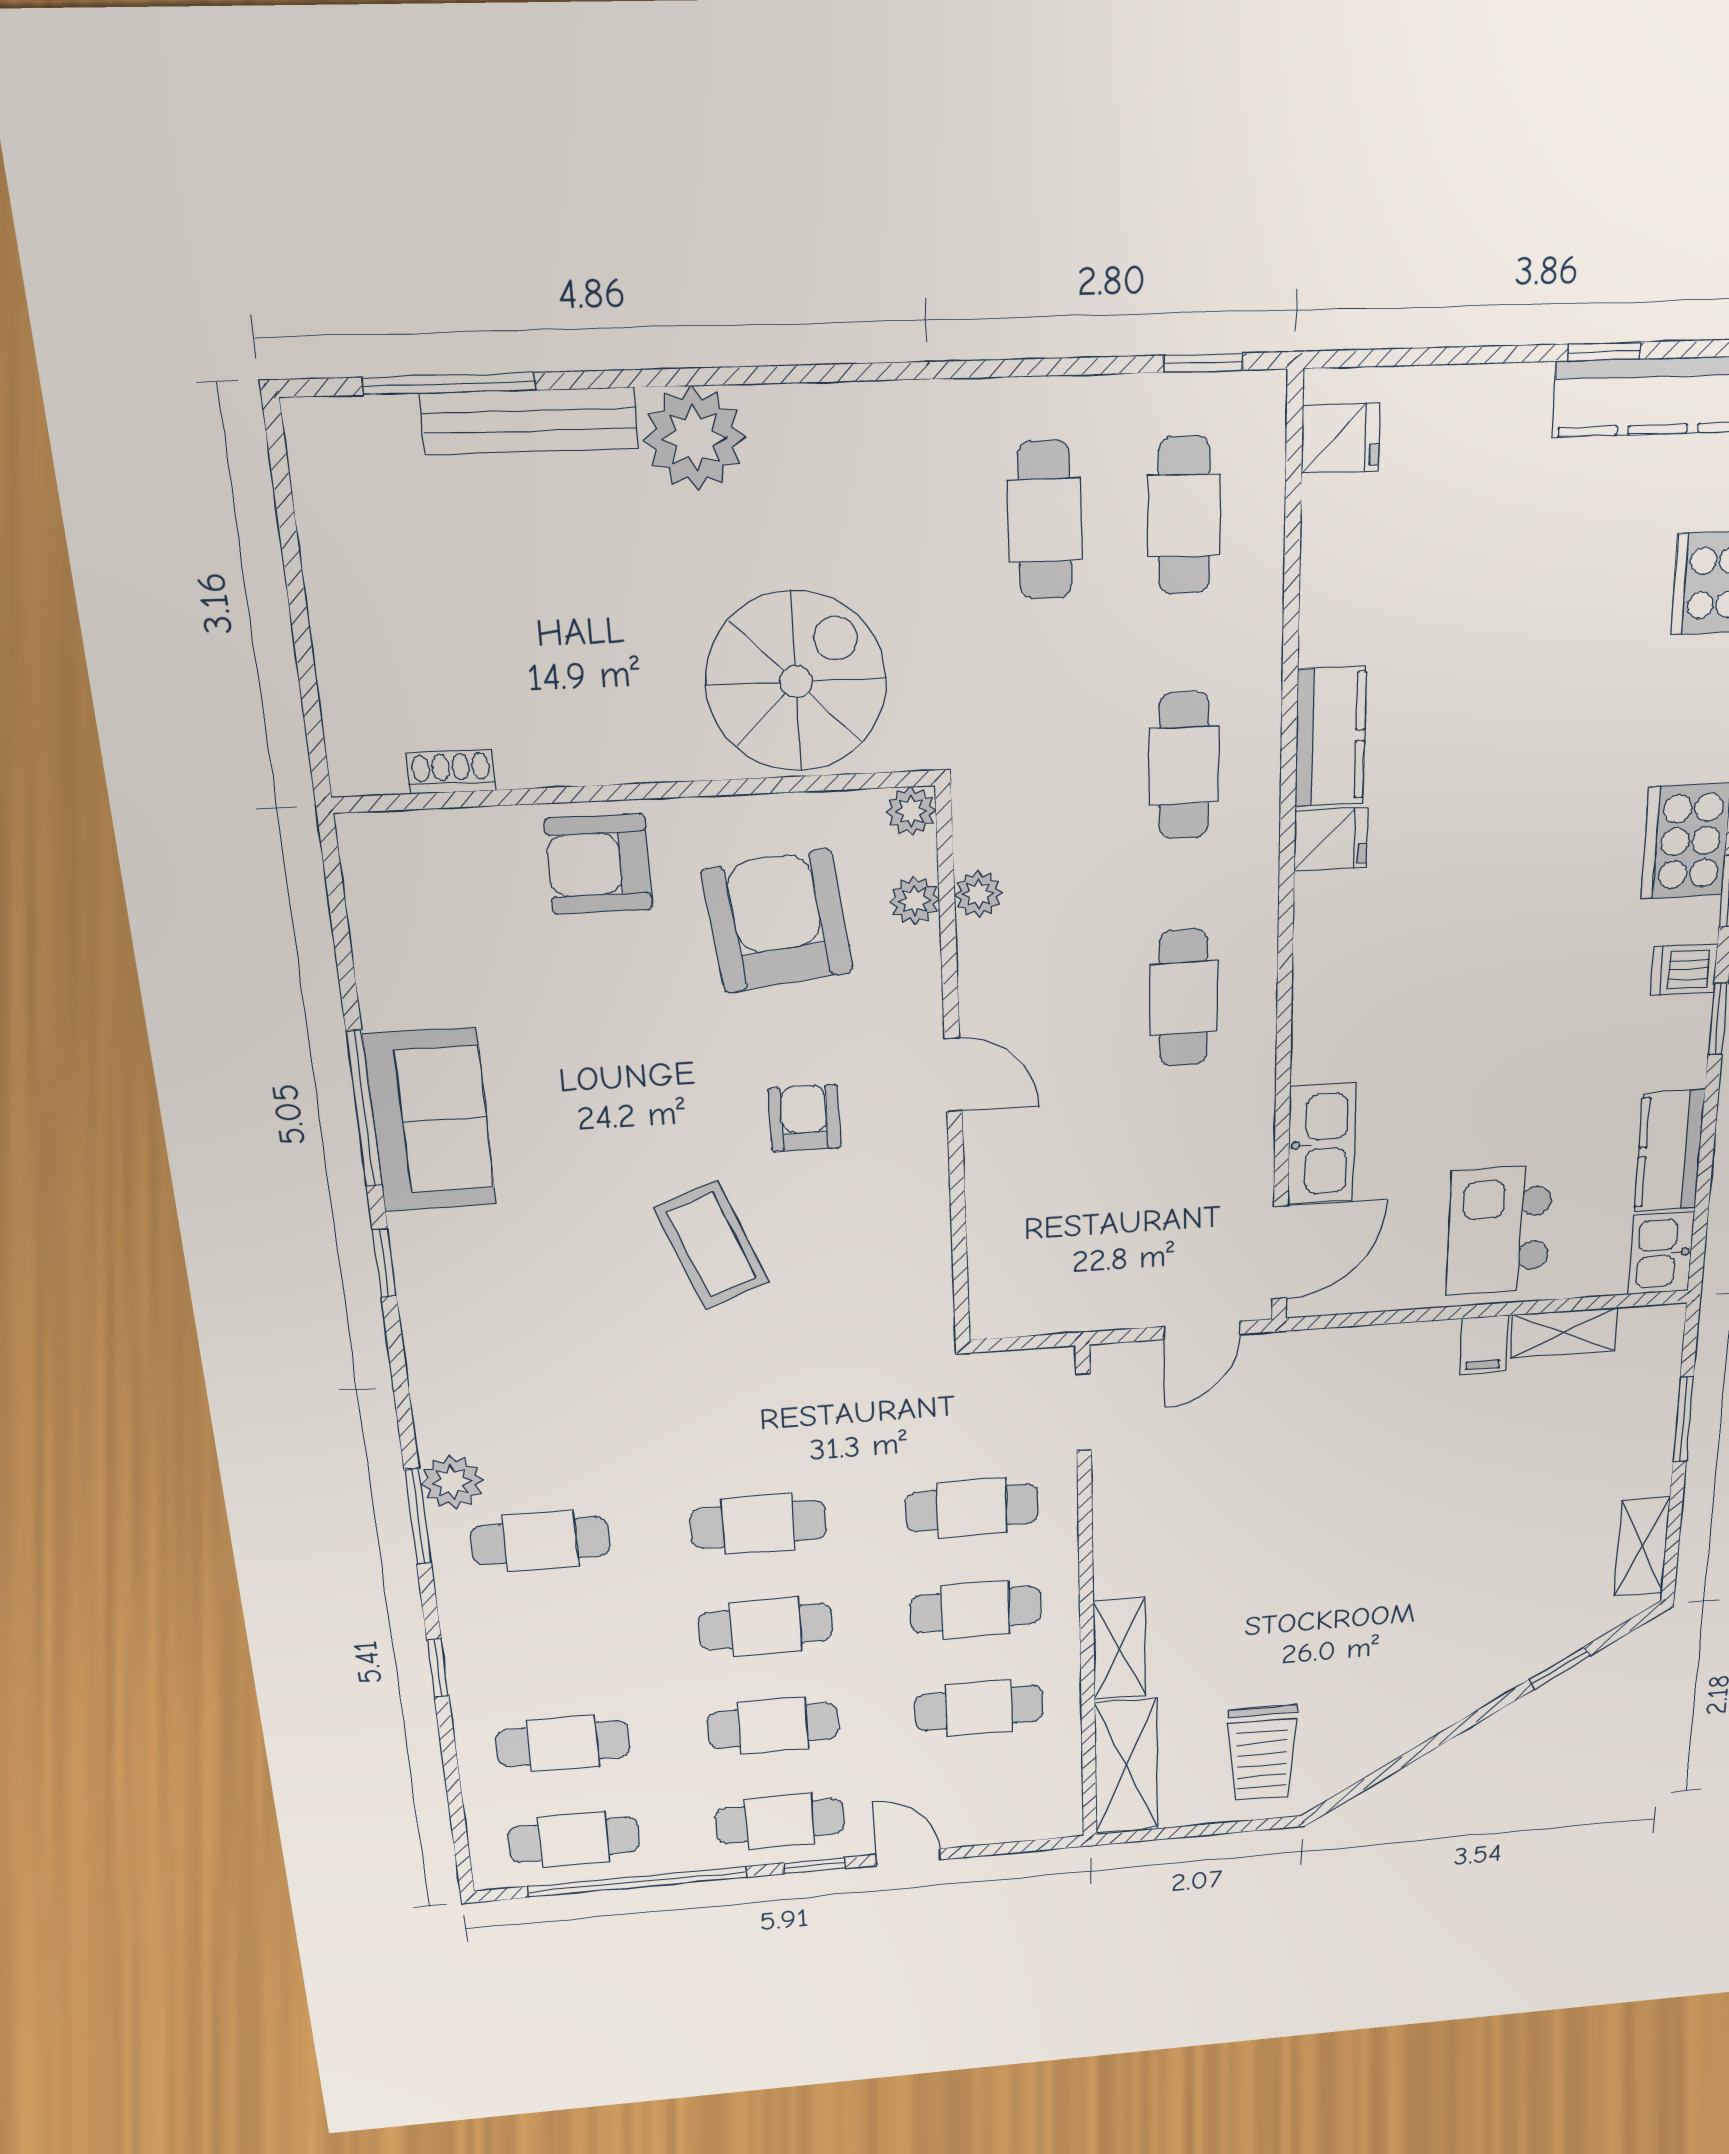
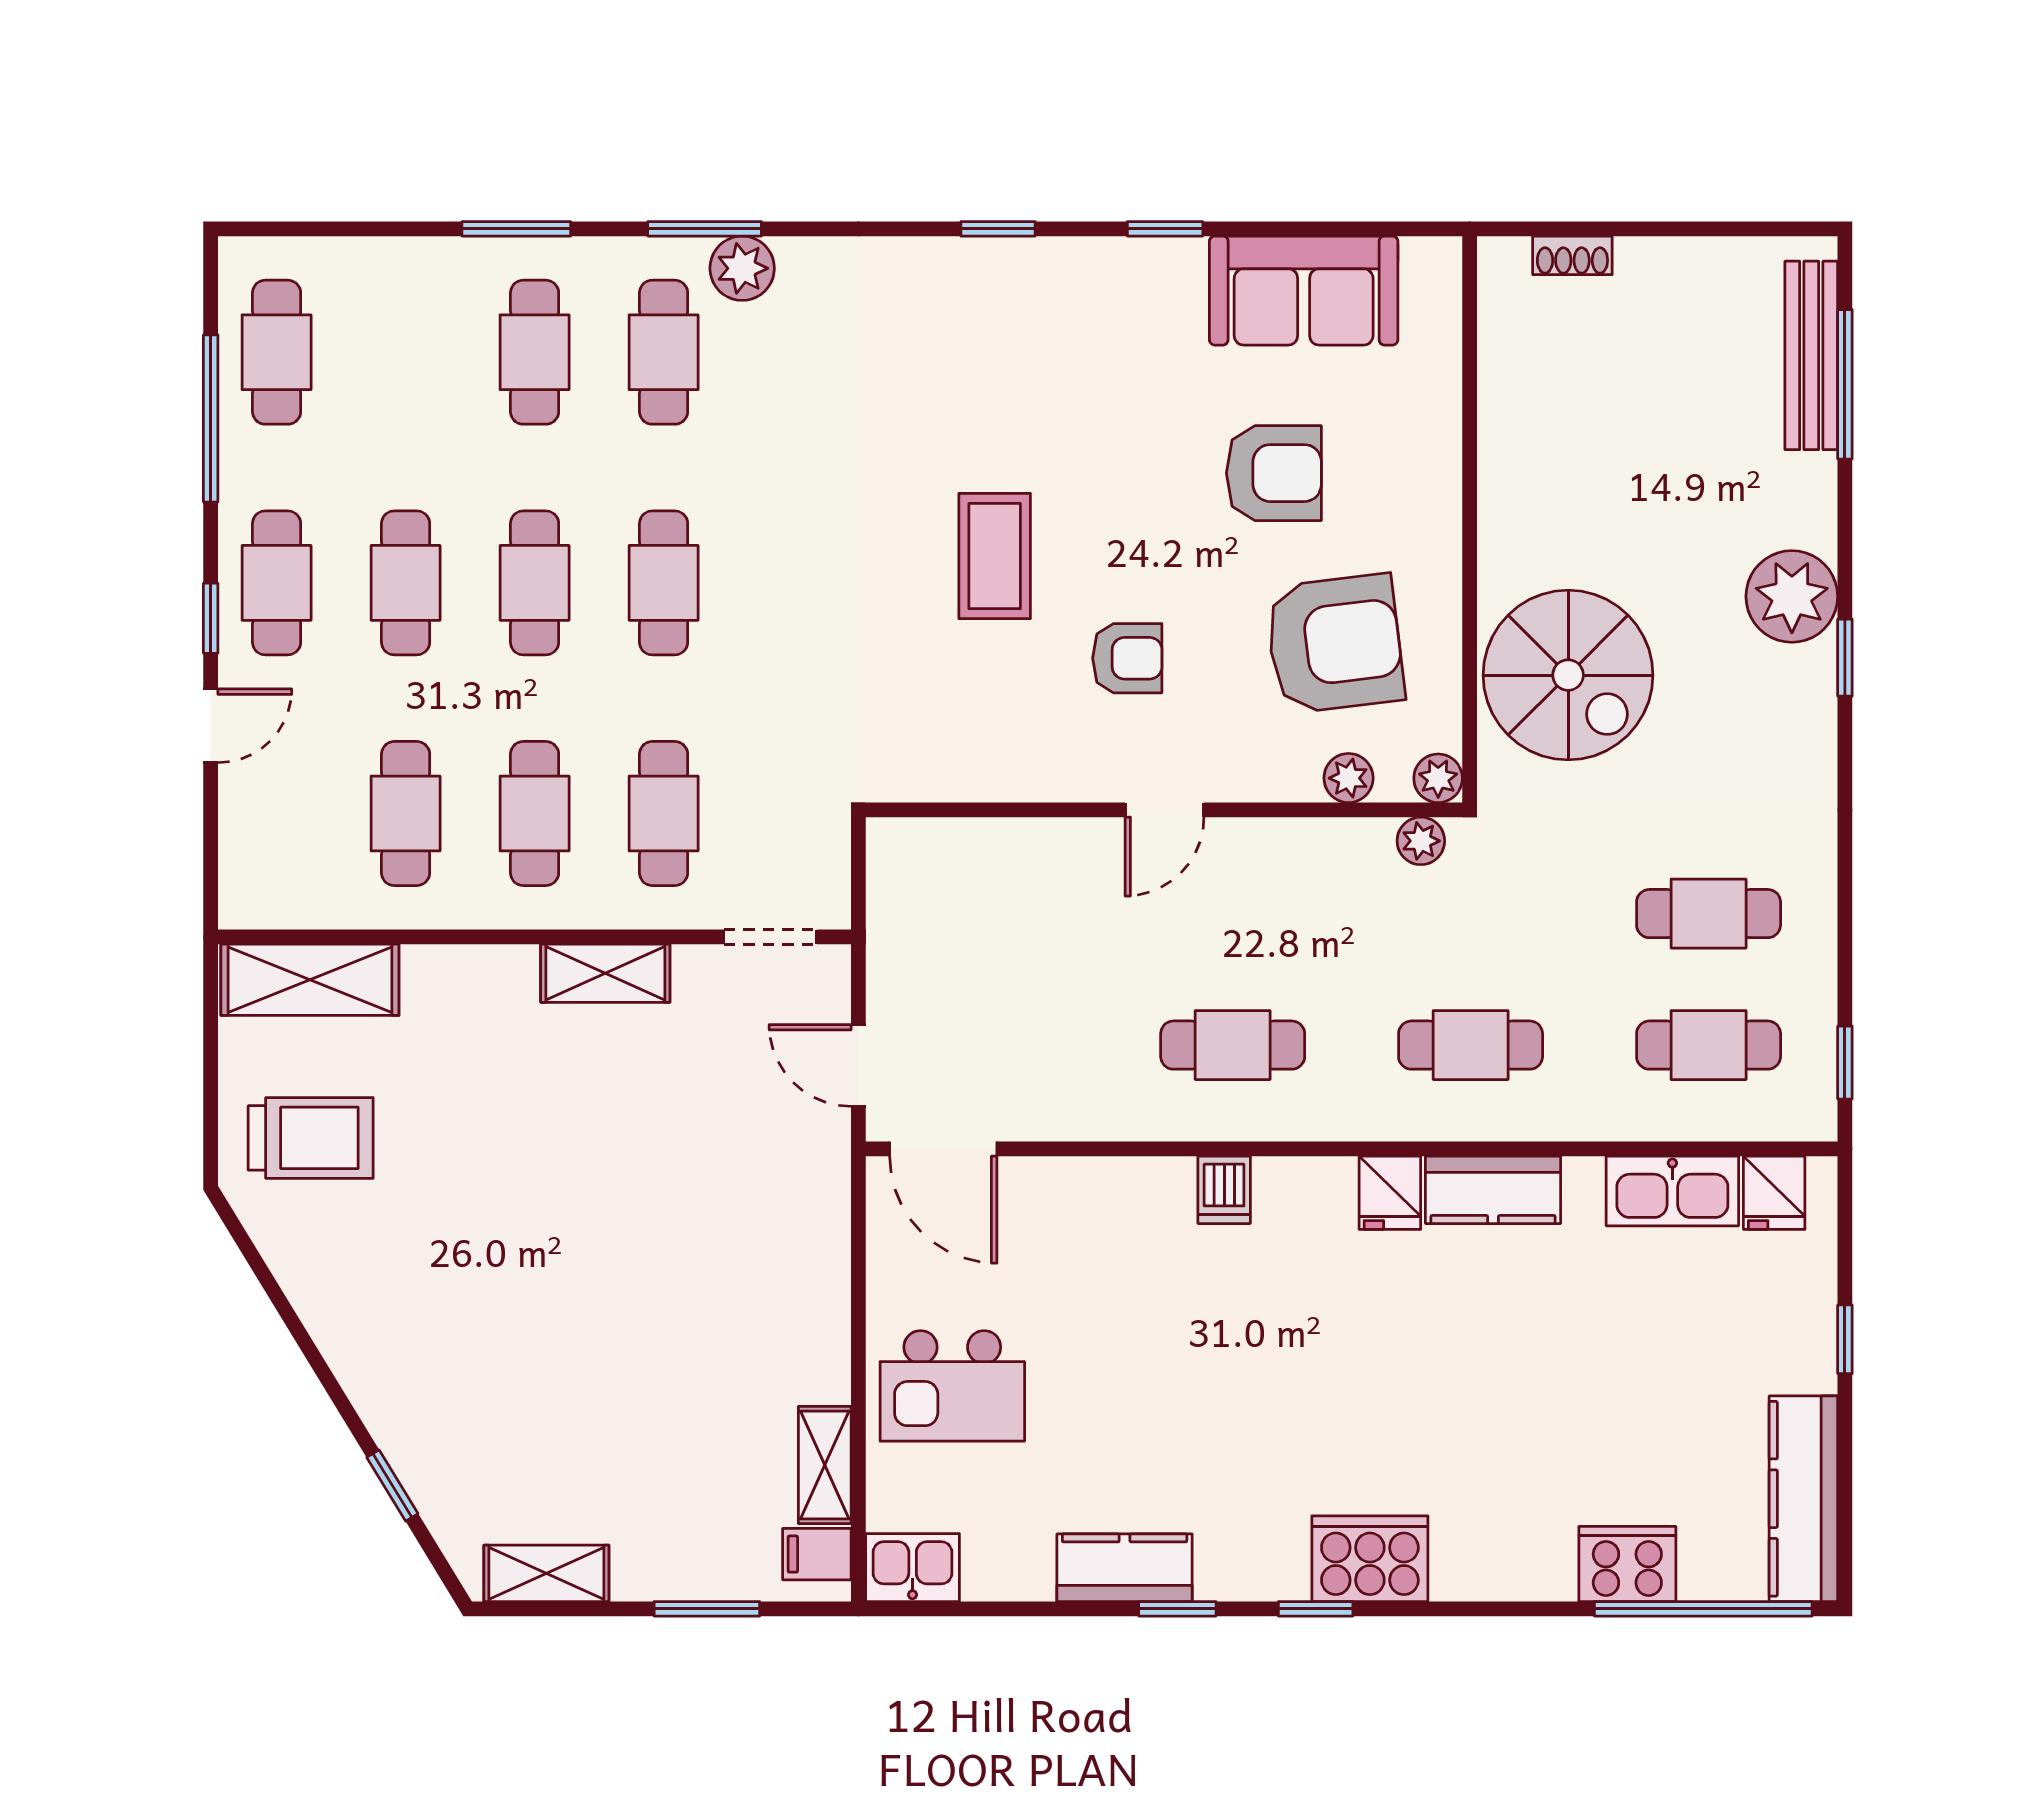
window: (1604, 352) -> (1845, 1339), moved
window: (759, 375) -> (1845, 658), added
bench: (530, 421) -> (1811, 355), moved
shoe rack: (451, 772) -> (1572, 255), moved, turned 90
armchair: (598, 864) -> (1274, 473), moved, turned 90
plant: (978, 894) -> (1421, 841), moved
dishwasher: (1684, 969) -> (1224, 1190), moved, turned 180
window: (364, 1109) -> (1165, 229), width x0.46
sofa: (430, 1120) -> (1304, 291), moved
kitchen sink: (1322, 1144) -> (1672, 1191), moved
kitchen counter: (1669, 1151) -> (1125, 1568), moved
kitchen island: (1499, 1230) -> (952, 1386), turned 180
coffee table: (711, 1245) -> (995, 556), turned -69
filing cabinet: (1484, 1345) -> (817, 1554), moved
shelving: (1119, 1649) -> (605, 973), moved
window: (438, 1668) -> (516, 229), width x1.50
cafe table: (563, 1744) -> (535, 352), moved
trolley: (1262, 1753) -> (311, 1138), turned 180
window: (638, 1882) -> (211, 418), width x0.68

